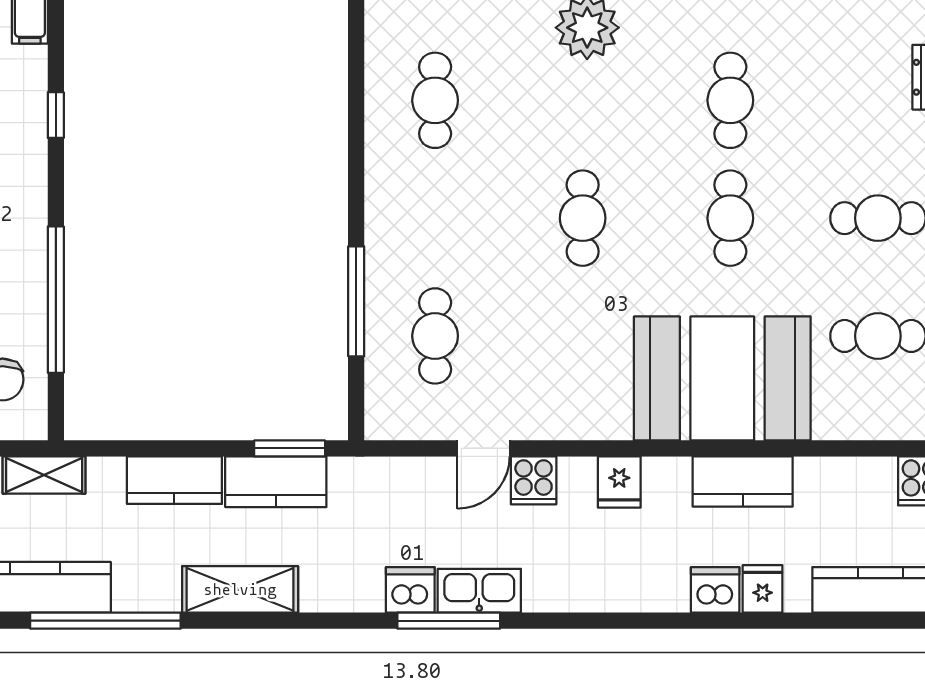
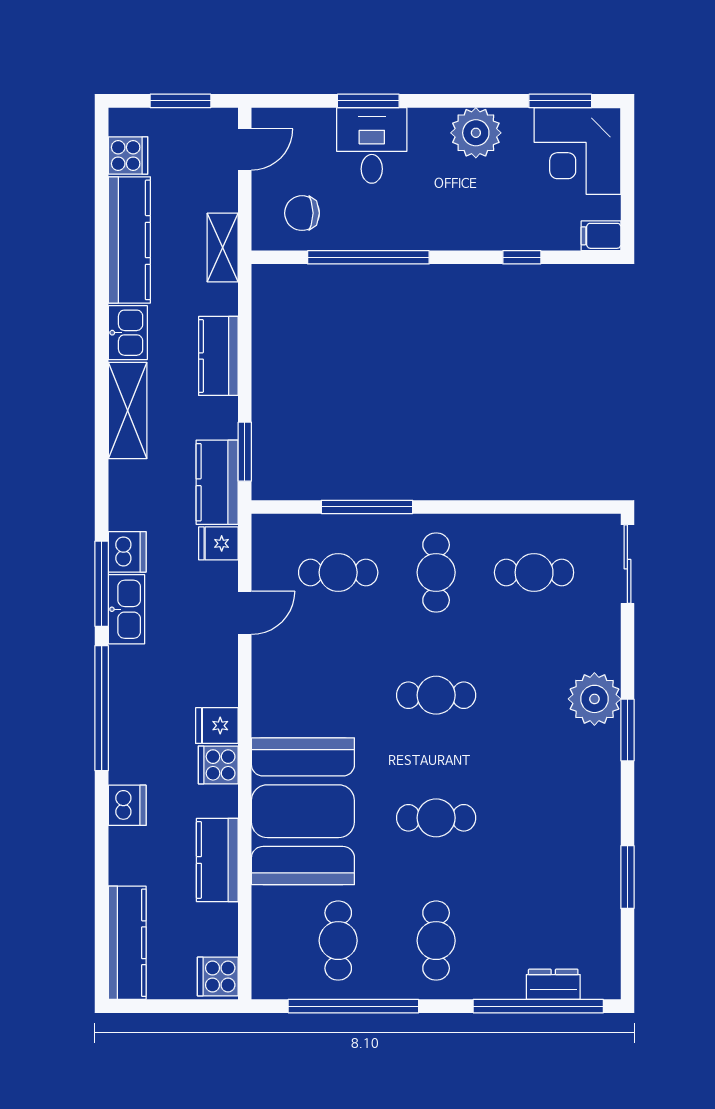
cafe table: (730, 100) -> (436, 572), moved, turned 90
door: (484, 448) -> (245, 613), swing flipped
cooker: (534, 480) -> (218, 765), moved
kitchen counter: (743, 481) -> (217, 860), moved
kitchen counter: (276, 482) -> (217, 482), moved
kitchen sink: (146, 589) -> (128, 333), added
fridge: (763, 589) -> (218, 543), moved, turned 180
window: (105, 621) -> (102, 708), moved

